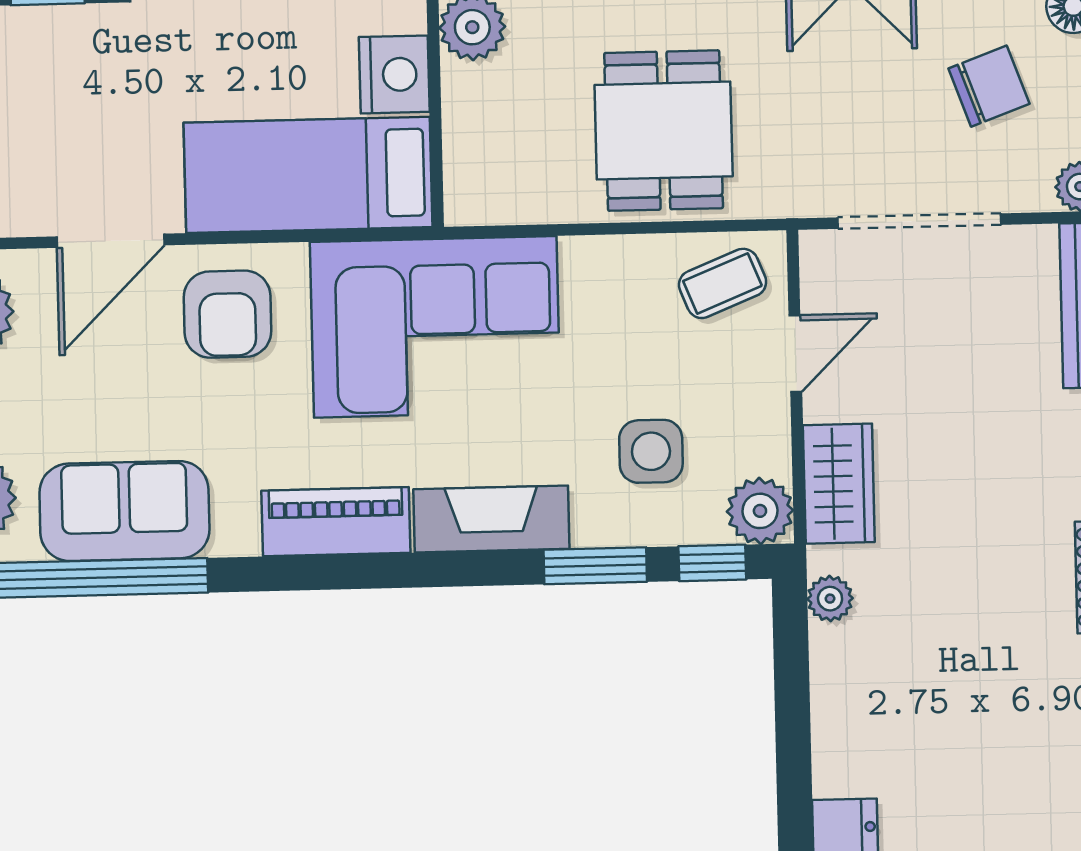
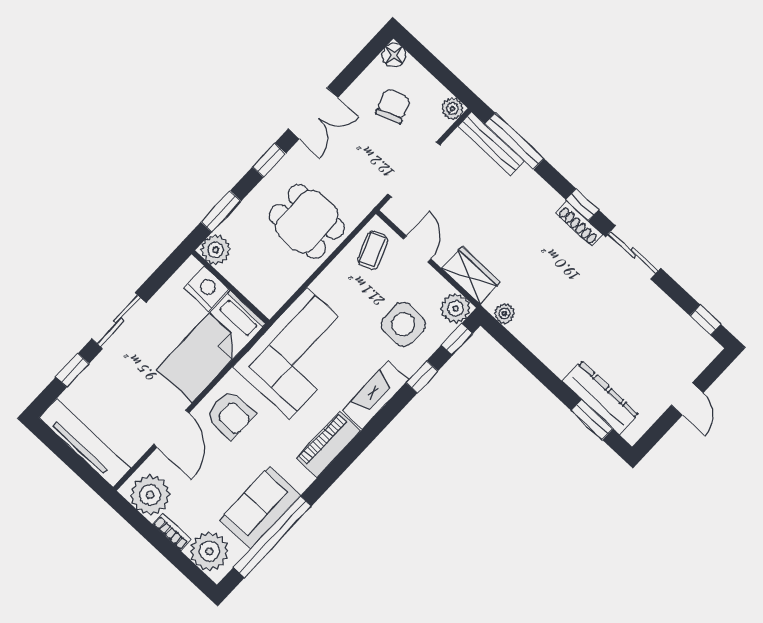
side table: (651, 451) -> (403, 324), width x1.37, depth x1.37
window: (595, 566) -> (422, 377), width x0.67

